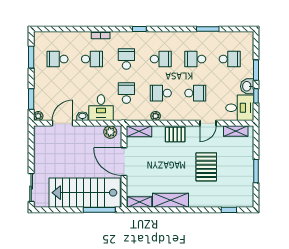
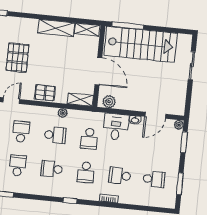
school desk: (195, 59) -> (18, 165), turned -90
school desk: (195, 93) -> (21, 132), turned 90
sliding door: (31, 188) -> (192, 66), moved

